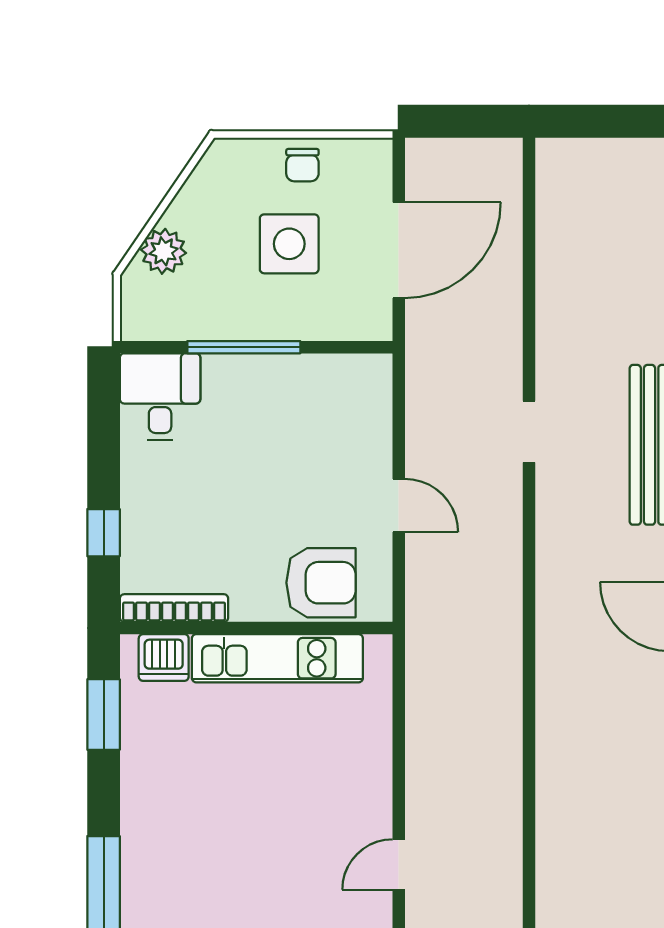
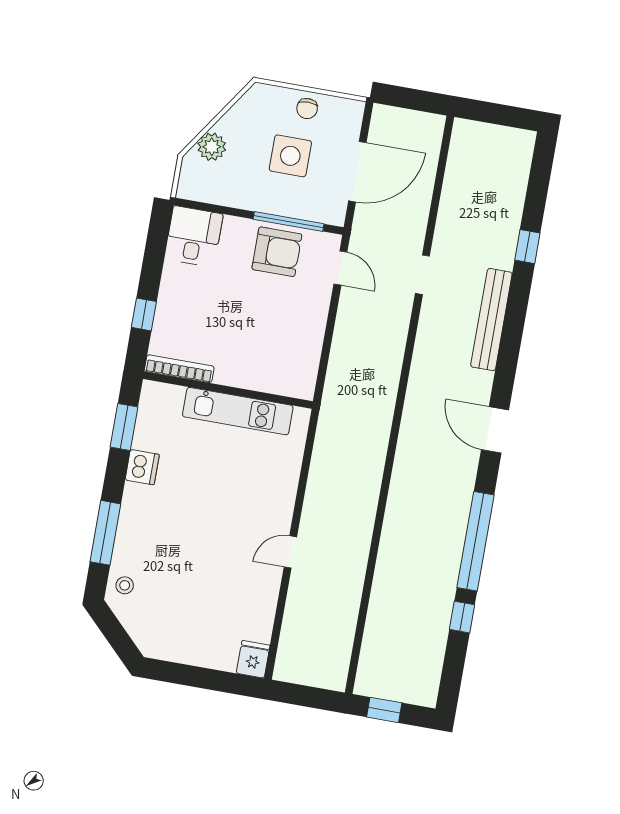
window: (244, 347) -> (289, 221), moved
doorway: (529, 432) -> (422, 275), moved
door: (399, 506) -> (340, 268), moved
armchair: (321, 583) -> (277, 252), moved
dishwasher: (164, 657) -> (142, 467), moved, turned -90

